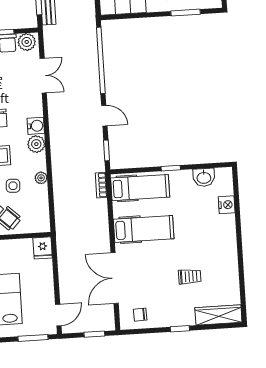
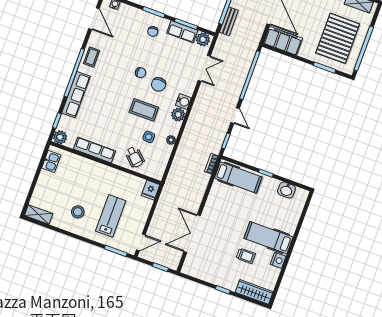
nightstand: (227, 205) -> (278, 260), moved
hospital bed: (144, 229) -> (268, 238), moved, turned 180
chair: (140, 315) -> (199, 267), removed

